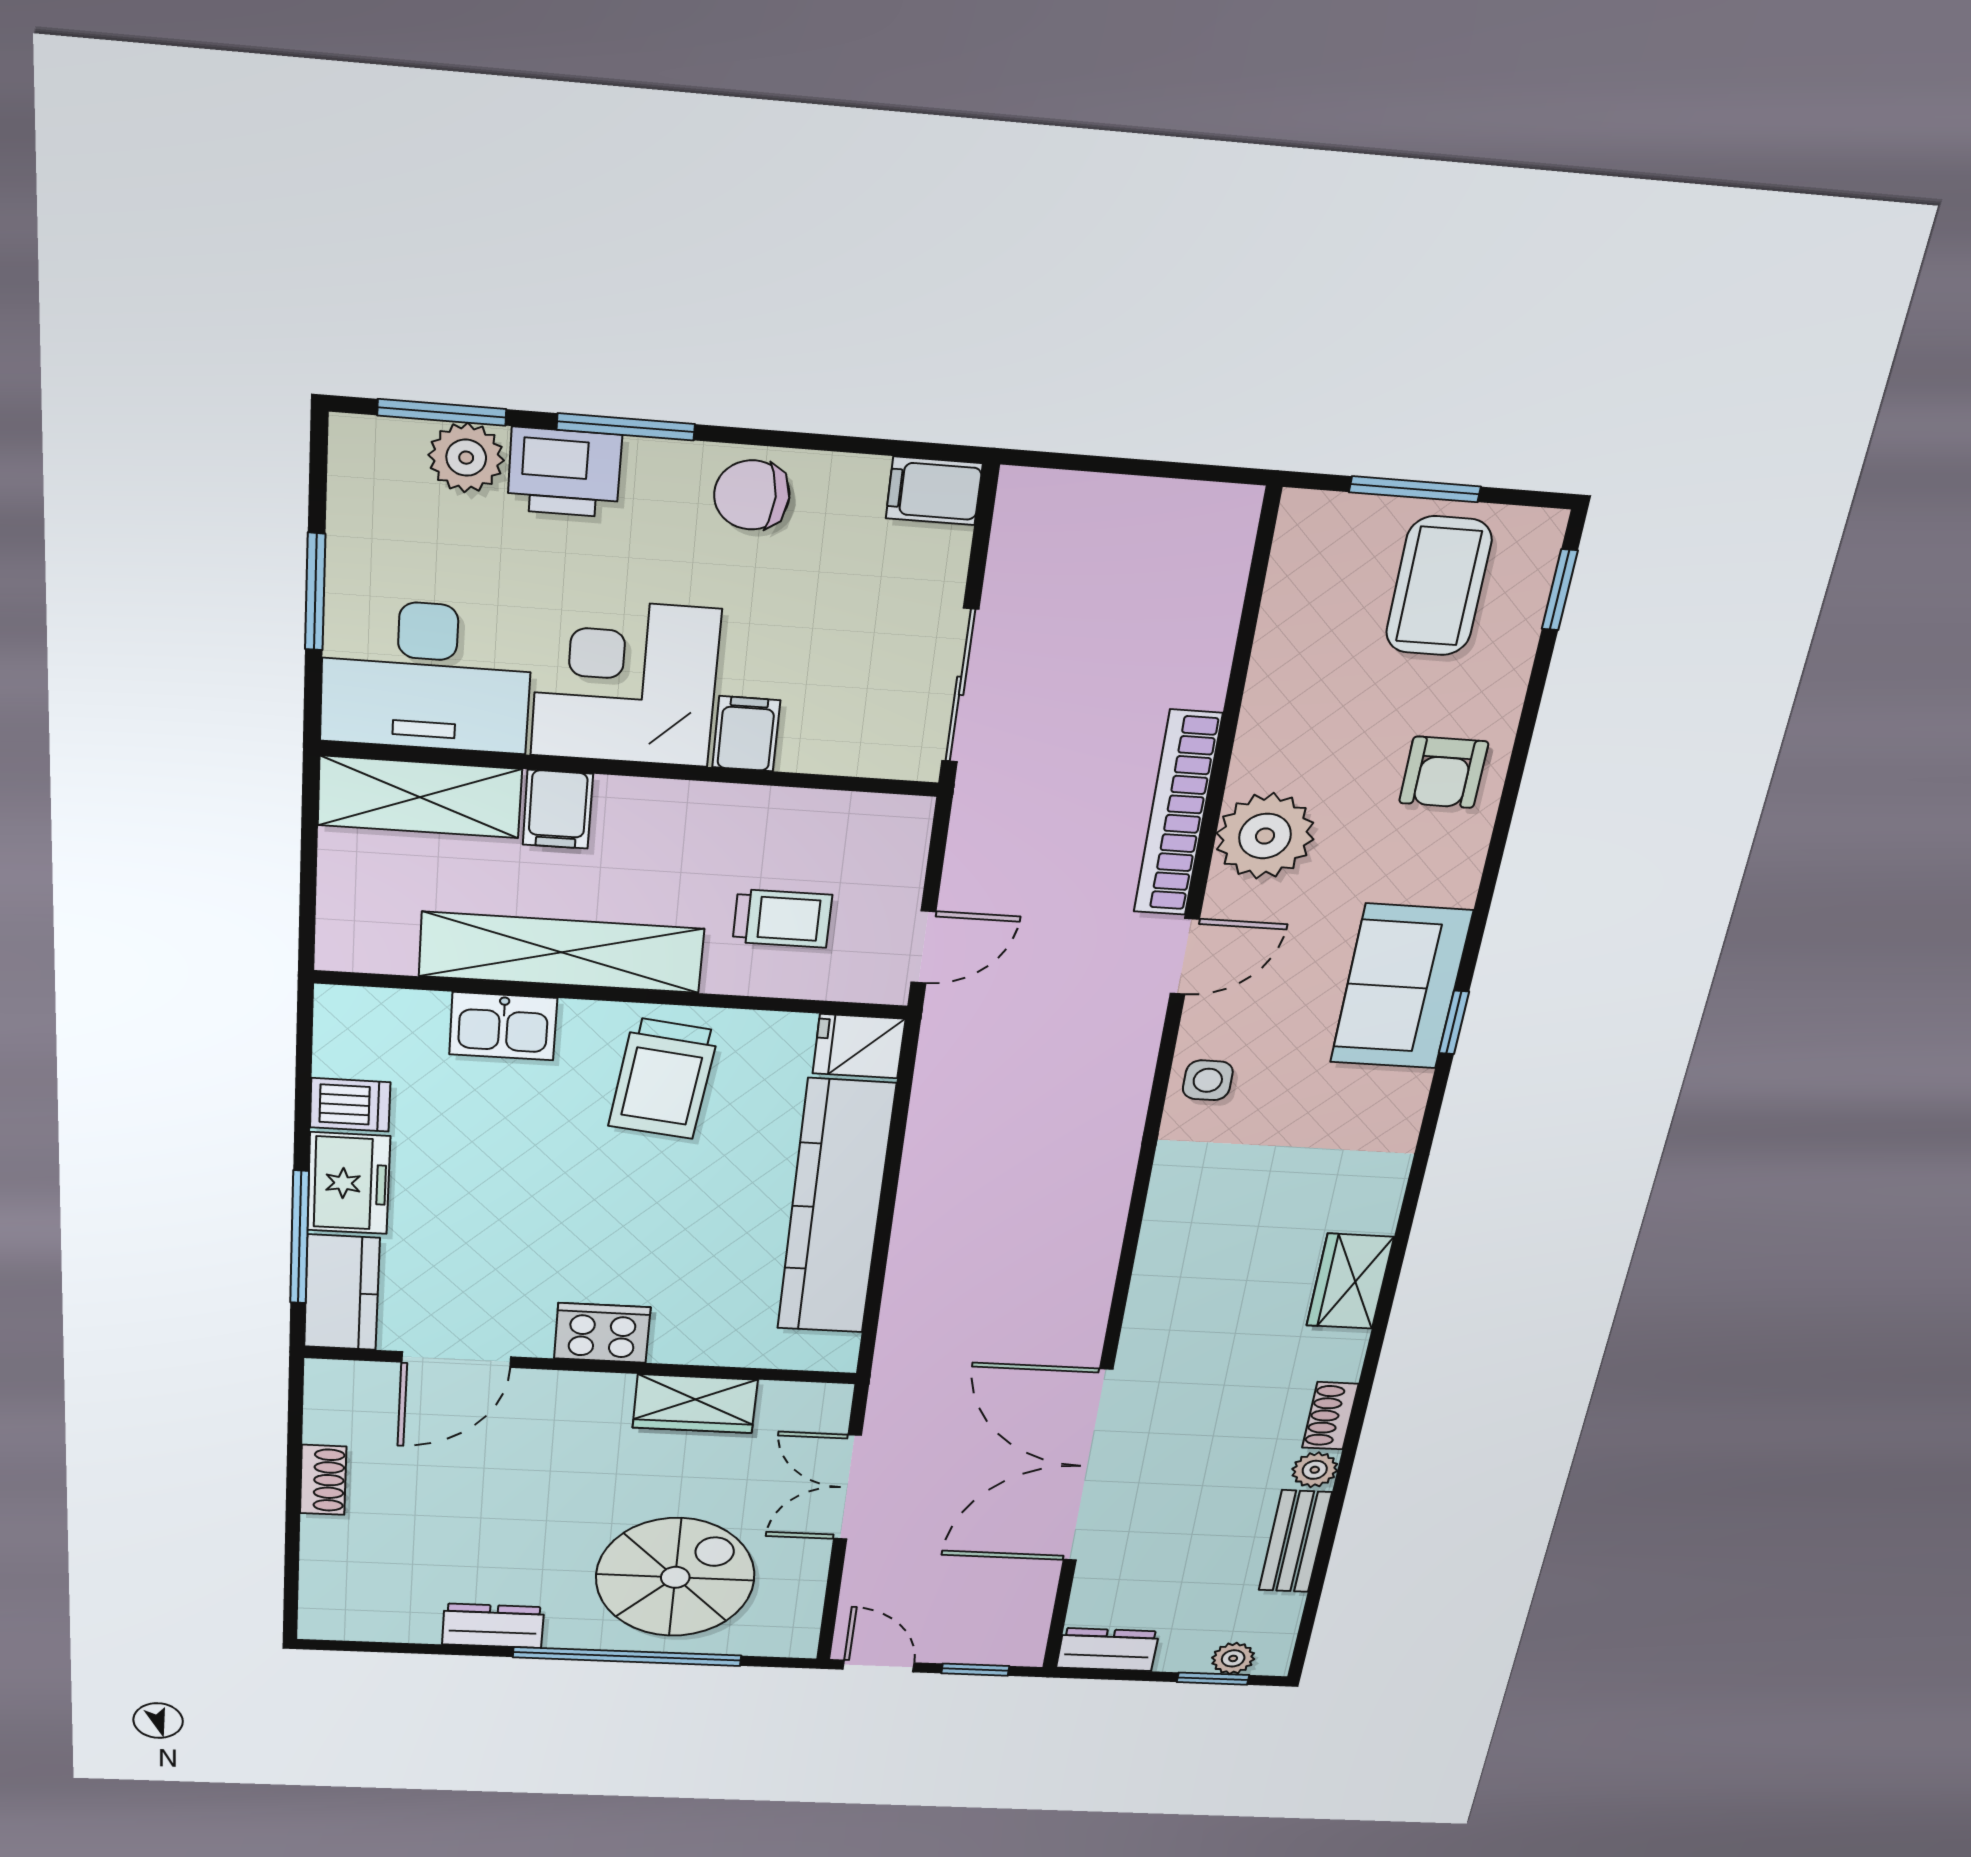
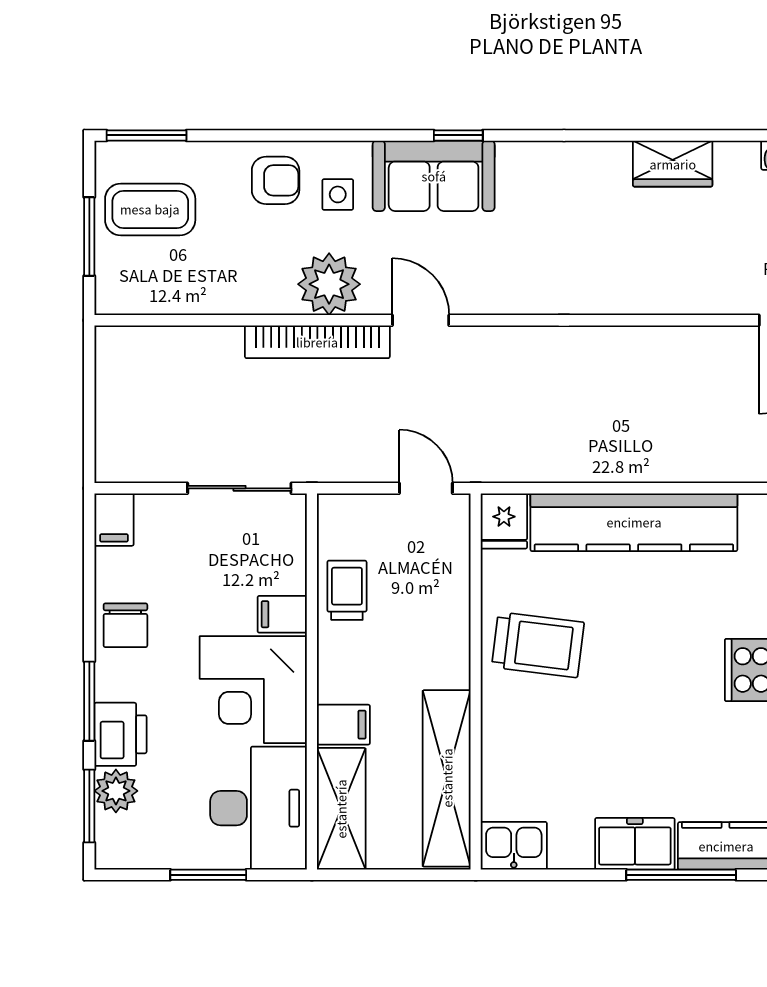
window: (1560, 590) -> (147, 135), width x1.50
trolley: (782, 918) -> (347, 590), moved
shelving: (561, 952) -> (447, 778), moved
kitchen sink: (503, 1026) -> (514, 846), moved, turned -90
side table: (1208, 1080) -> (338, 194), moved
dishwasher: (350, 1105) -> (572, 845), removed

